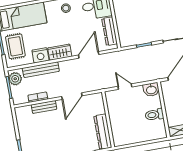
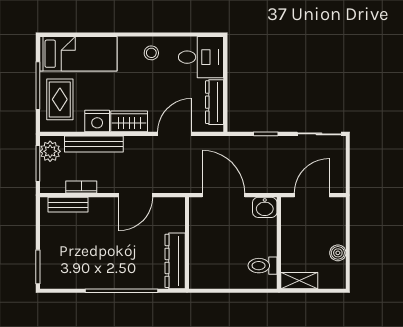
door: (125, 87) -> (223, 195), width x1.88
bench: (44, 107) -> (68, 205), moved
toilet: (154, 115) -> (263, 266), moved

